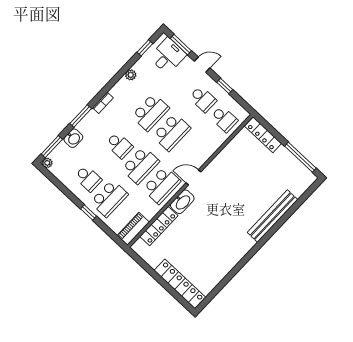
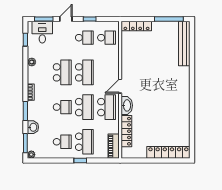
bench: (273, 216) -> (184, 43), moved

